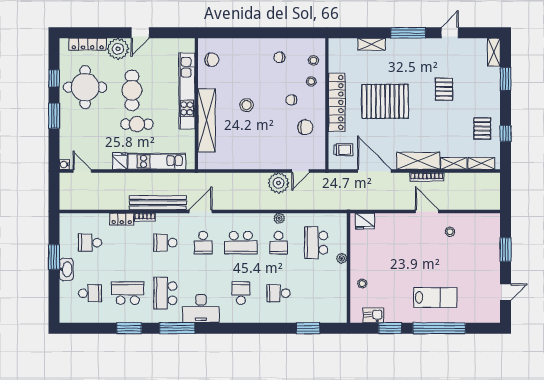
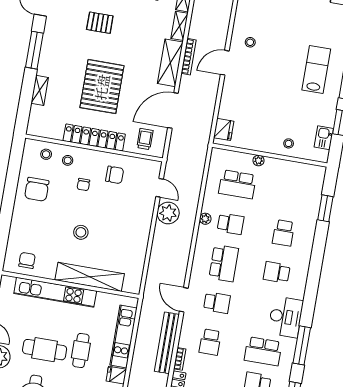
chair: (279, 57) -> (37, 189), width x1.87, depth x1.87
chair: (305, 127) -> (115, 175), turned 90

